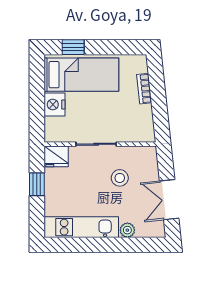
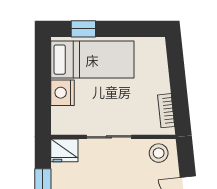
bookcase: (144, 89) -> (166, 111), moved
stool: (120, 178) -> (159, 153), moved

